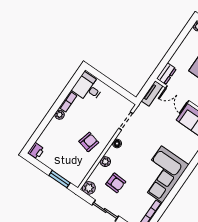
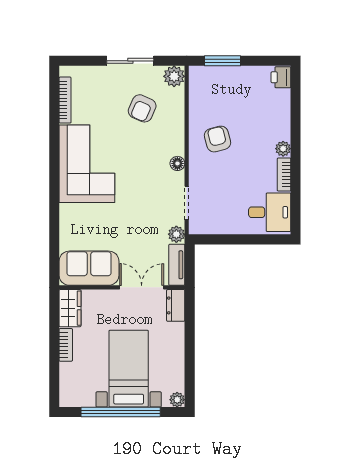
armchair: (89, 142) -> (218, 139), turned 151
plant: (105, 162) -> (176, 234), moved
armchair: (116, 183) -> (142, 108), turned -69

